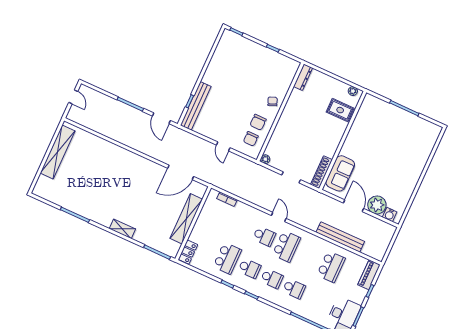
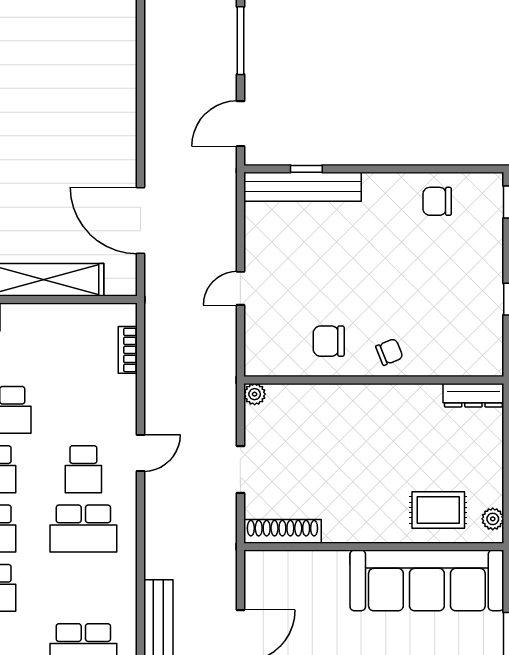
rug: (340, 110) -> (438, 510), turned 90
chair: (251, 139) -> (437, 201), moved
sofa: (340, 173) -> (427, 580), moved, width x1.85, depth x1.27
door: (279, 217) -> (140, 453), moved

